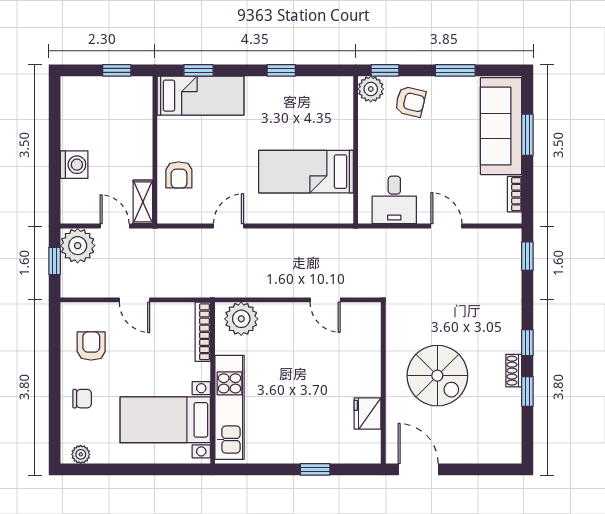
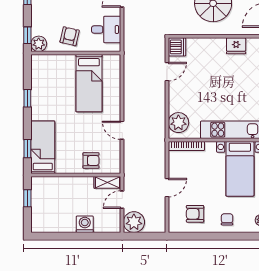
armchair: (410, 102) -> (70, 36), moved
window: (55, 261) -> (143, 236), removed
dishwasher: (366, 316) -> (177, 47), added

